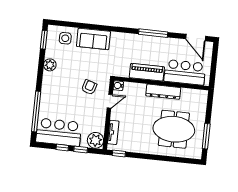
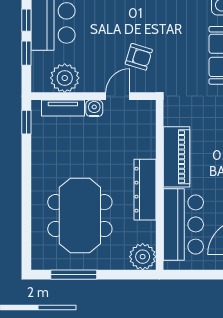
water cooler: (118, 86) -> (94, 108), moved
plant: (200, 97) -> (143, 257), added
door: (110, 101) -> (118, 96), swing flipped
plant: (95, 140) -> (65, 78), moved

